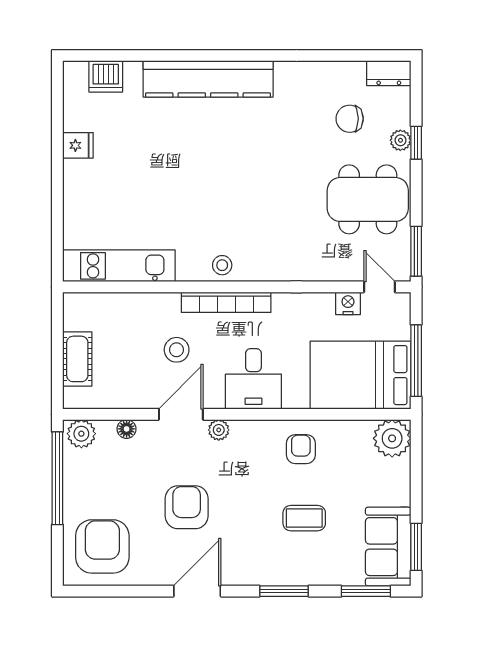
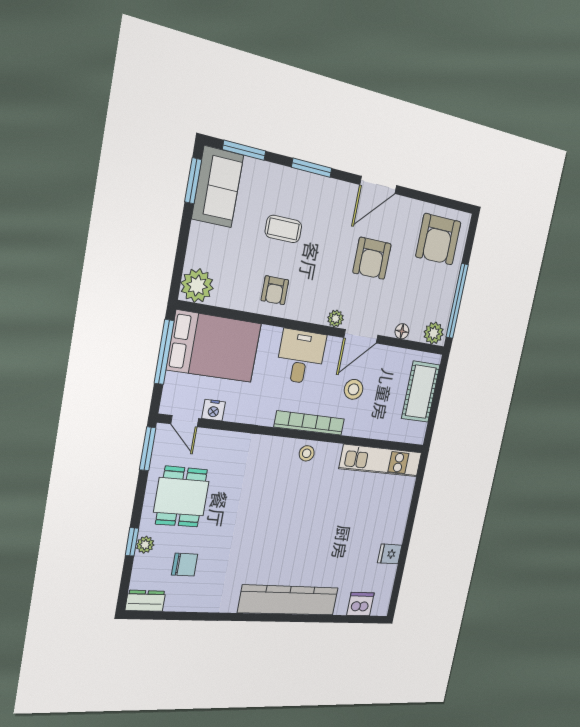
dining table: (368, 199) -> (181, 497), width x0.73
cot: (77, 359) -> (421, 392), width x1.37, depth x1.34

